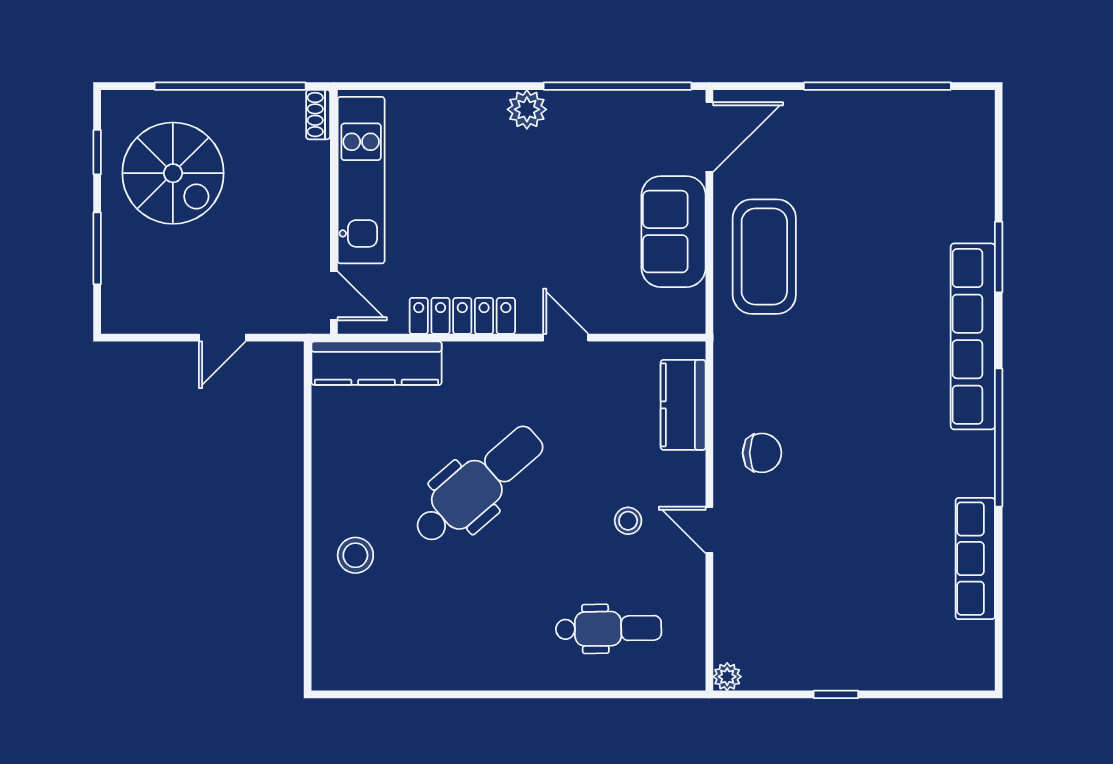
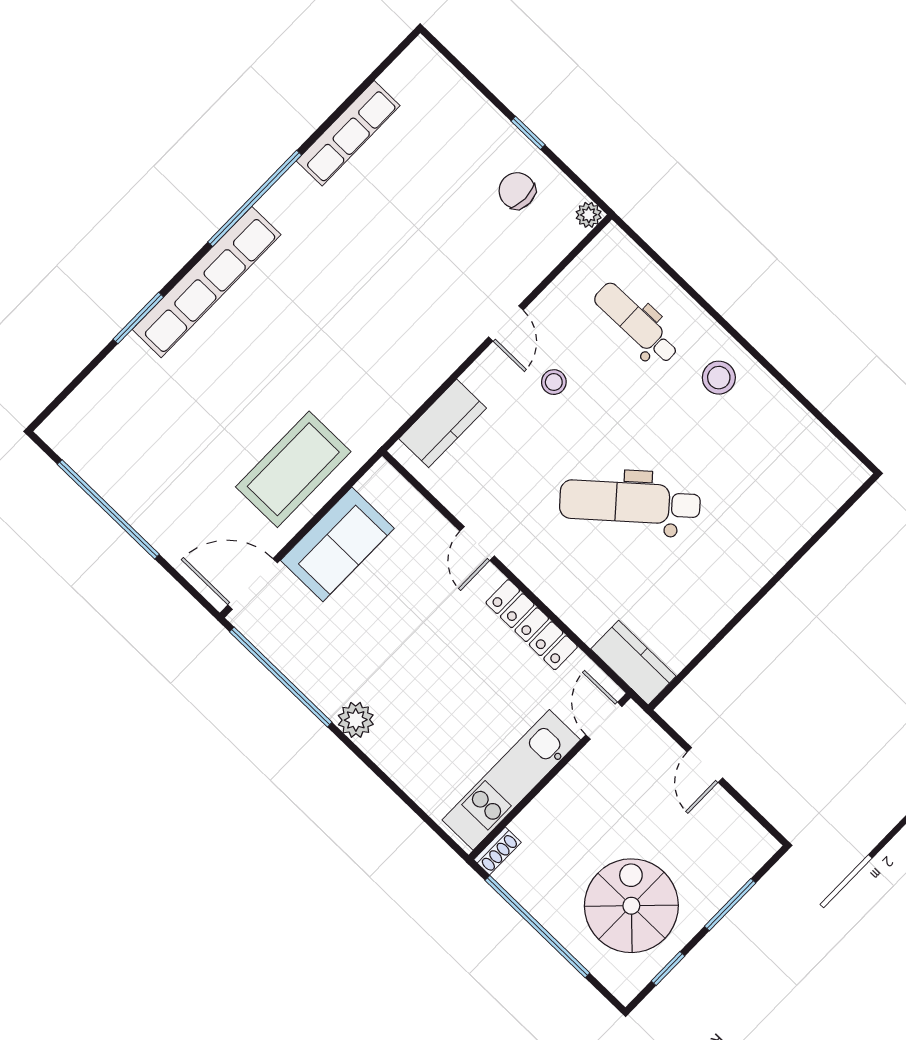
door: (222, 338) -> (705, 765), swing flipped
kitchen counter: (377, 363) -> (633, 663), width x0.67
chair: (762, 453) -> (517, 191), moved
stool: (355, 555) -> (719, 378), moved

